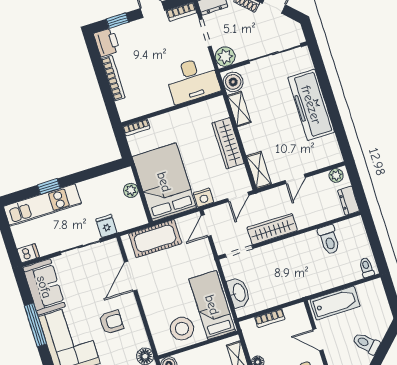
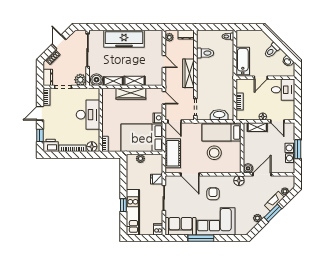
desk: (192, 80) -> (88, 115), moved
floor lamp: (125, 108) -> (92, 147), added
shelving: (259, 170) -> (134, 81), moved
wardrobe: (272, 229) -> (189, 73), moved
stool: (182, 329) -> (214, 153), moved

